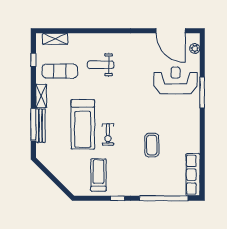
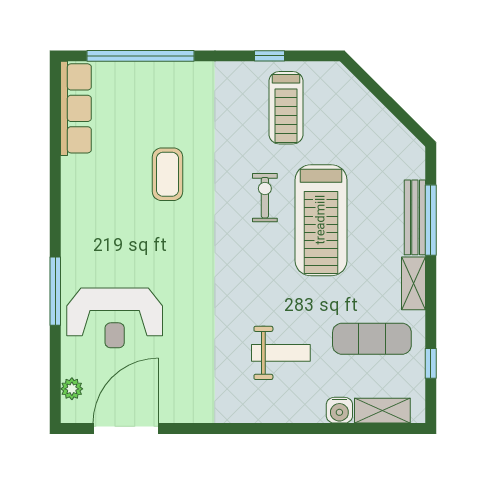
door: (171, 31) -> (126, 429), hinge flipped
water cooler: (74, 39) -> (339, 410), added
treadmill: (83, 124) -> (321, 220), turned 180
window: (118, 198) -> (270, 56), moved

